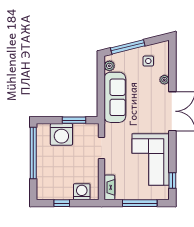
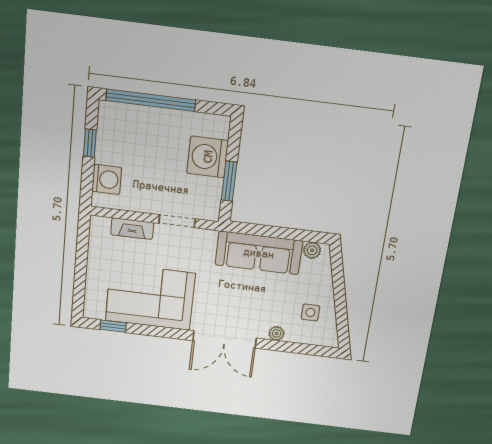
window: (128, 47) -> (339, 283), removed
window: (33, 153) -> (151, 100), moved
fireplace: (109, 187) -> (132, 229), moved
window: (140, 203) -> (81, 271), removed

